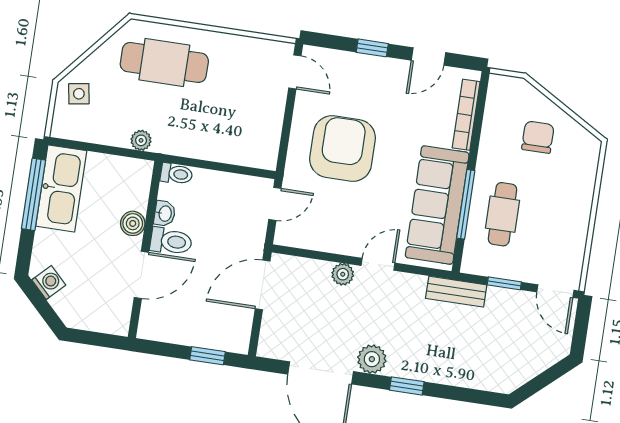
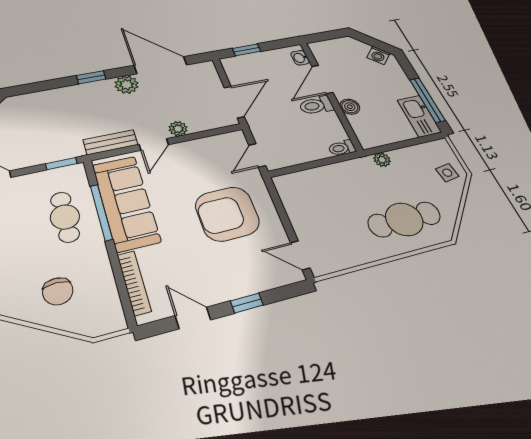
door: (428, 56) -> (193, 318), hinge flipped
armchair: (343, 148) -> (227, 214), turned 89
kitchen sink: (61, 188) -> (419, 116), width x0.73, depth x0.81
washbasin: (165, 213) -> (300, 58), moved
window: (504, 283) -> (61, 164), moved
bench: (456, 292) -> (111, 142), moved

